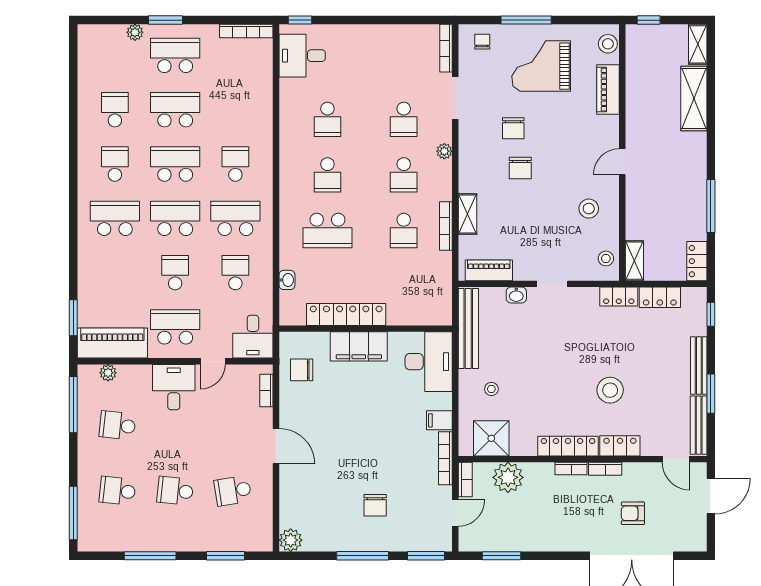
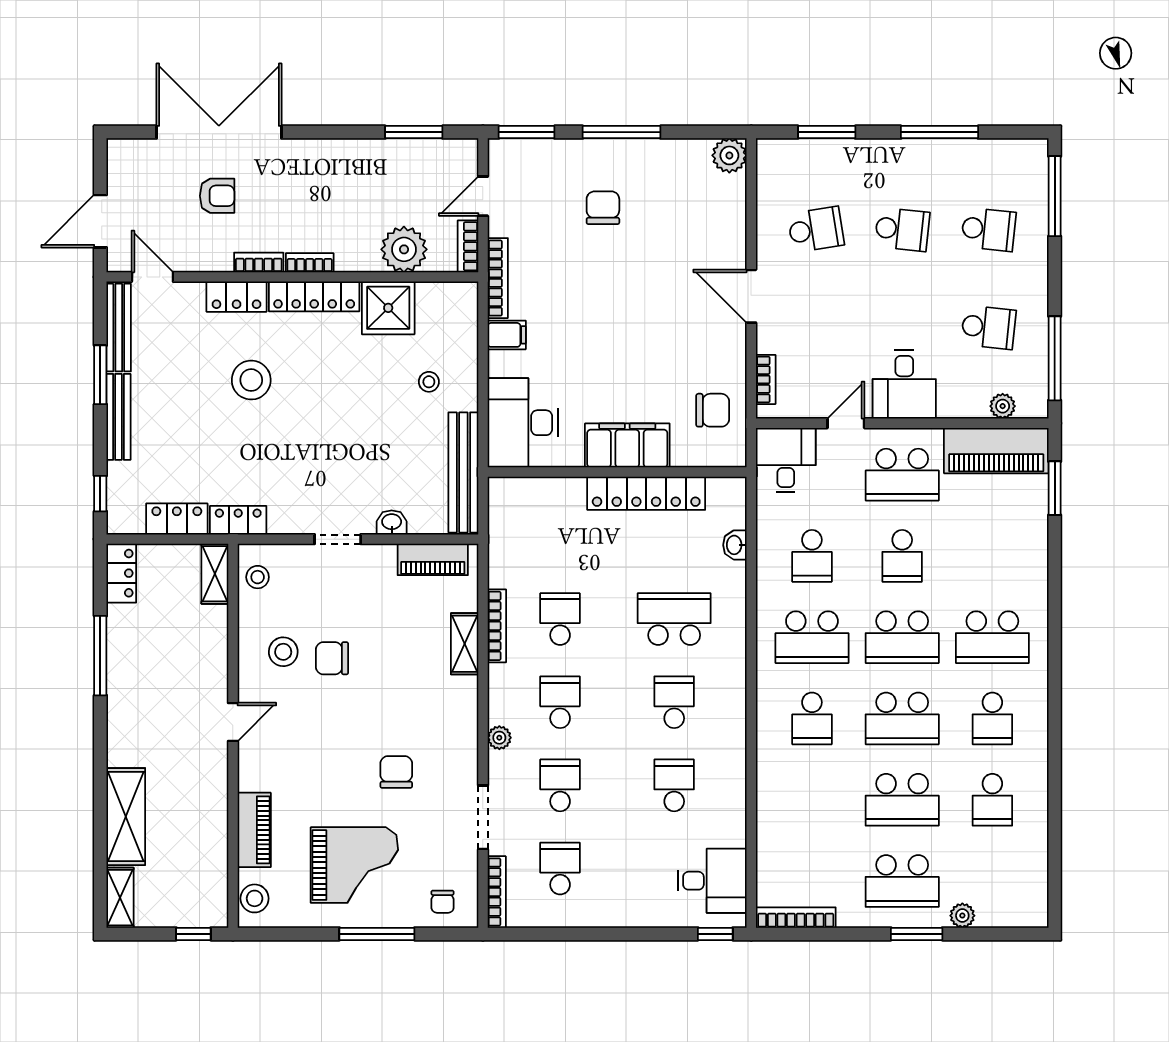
school desk: (404, 64) -> (560, 868), added
chair: (520, 168) -> (332, 658), moved, turned -90
shower: (491, 438) -> (388, 308), moved

